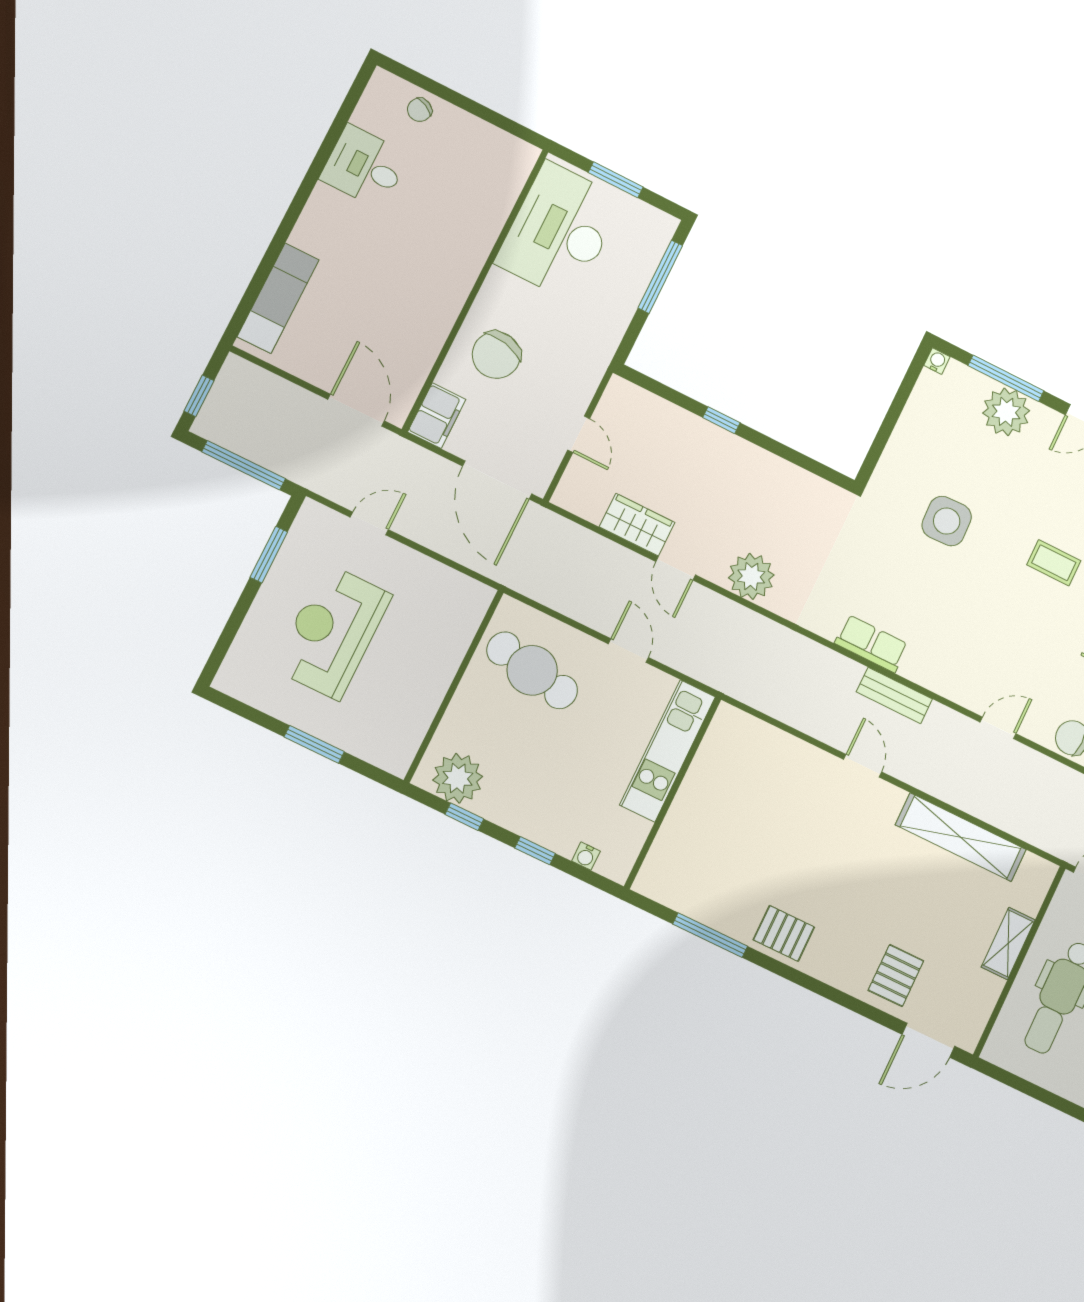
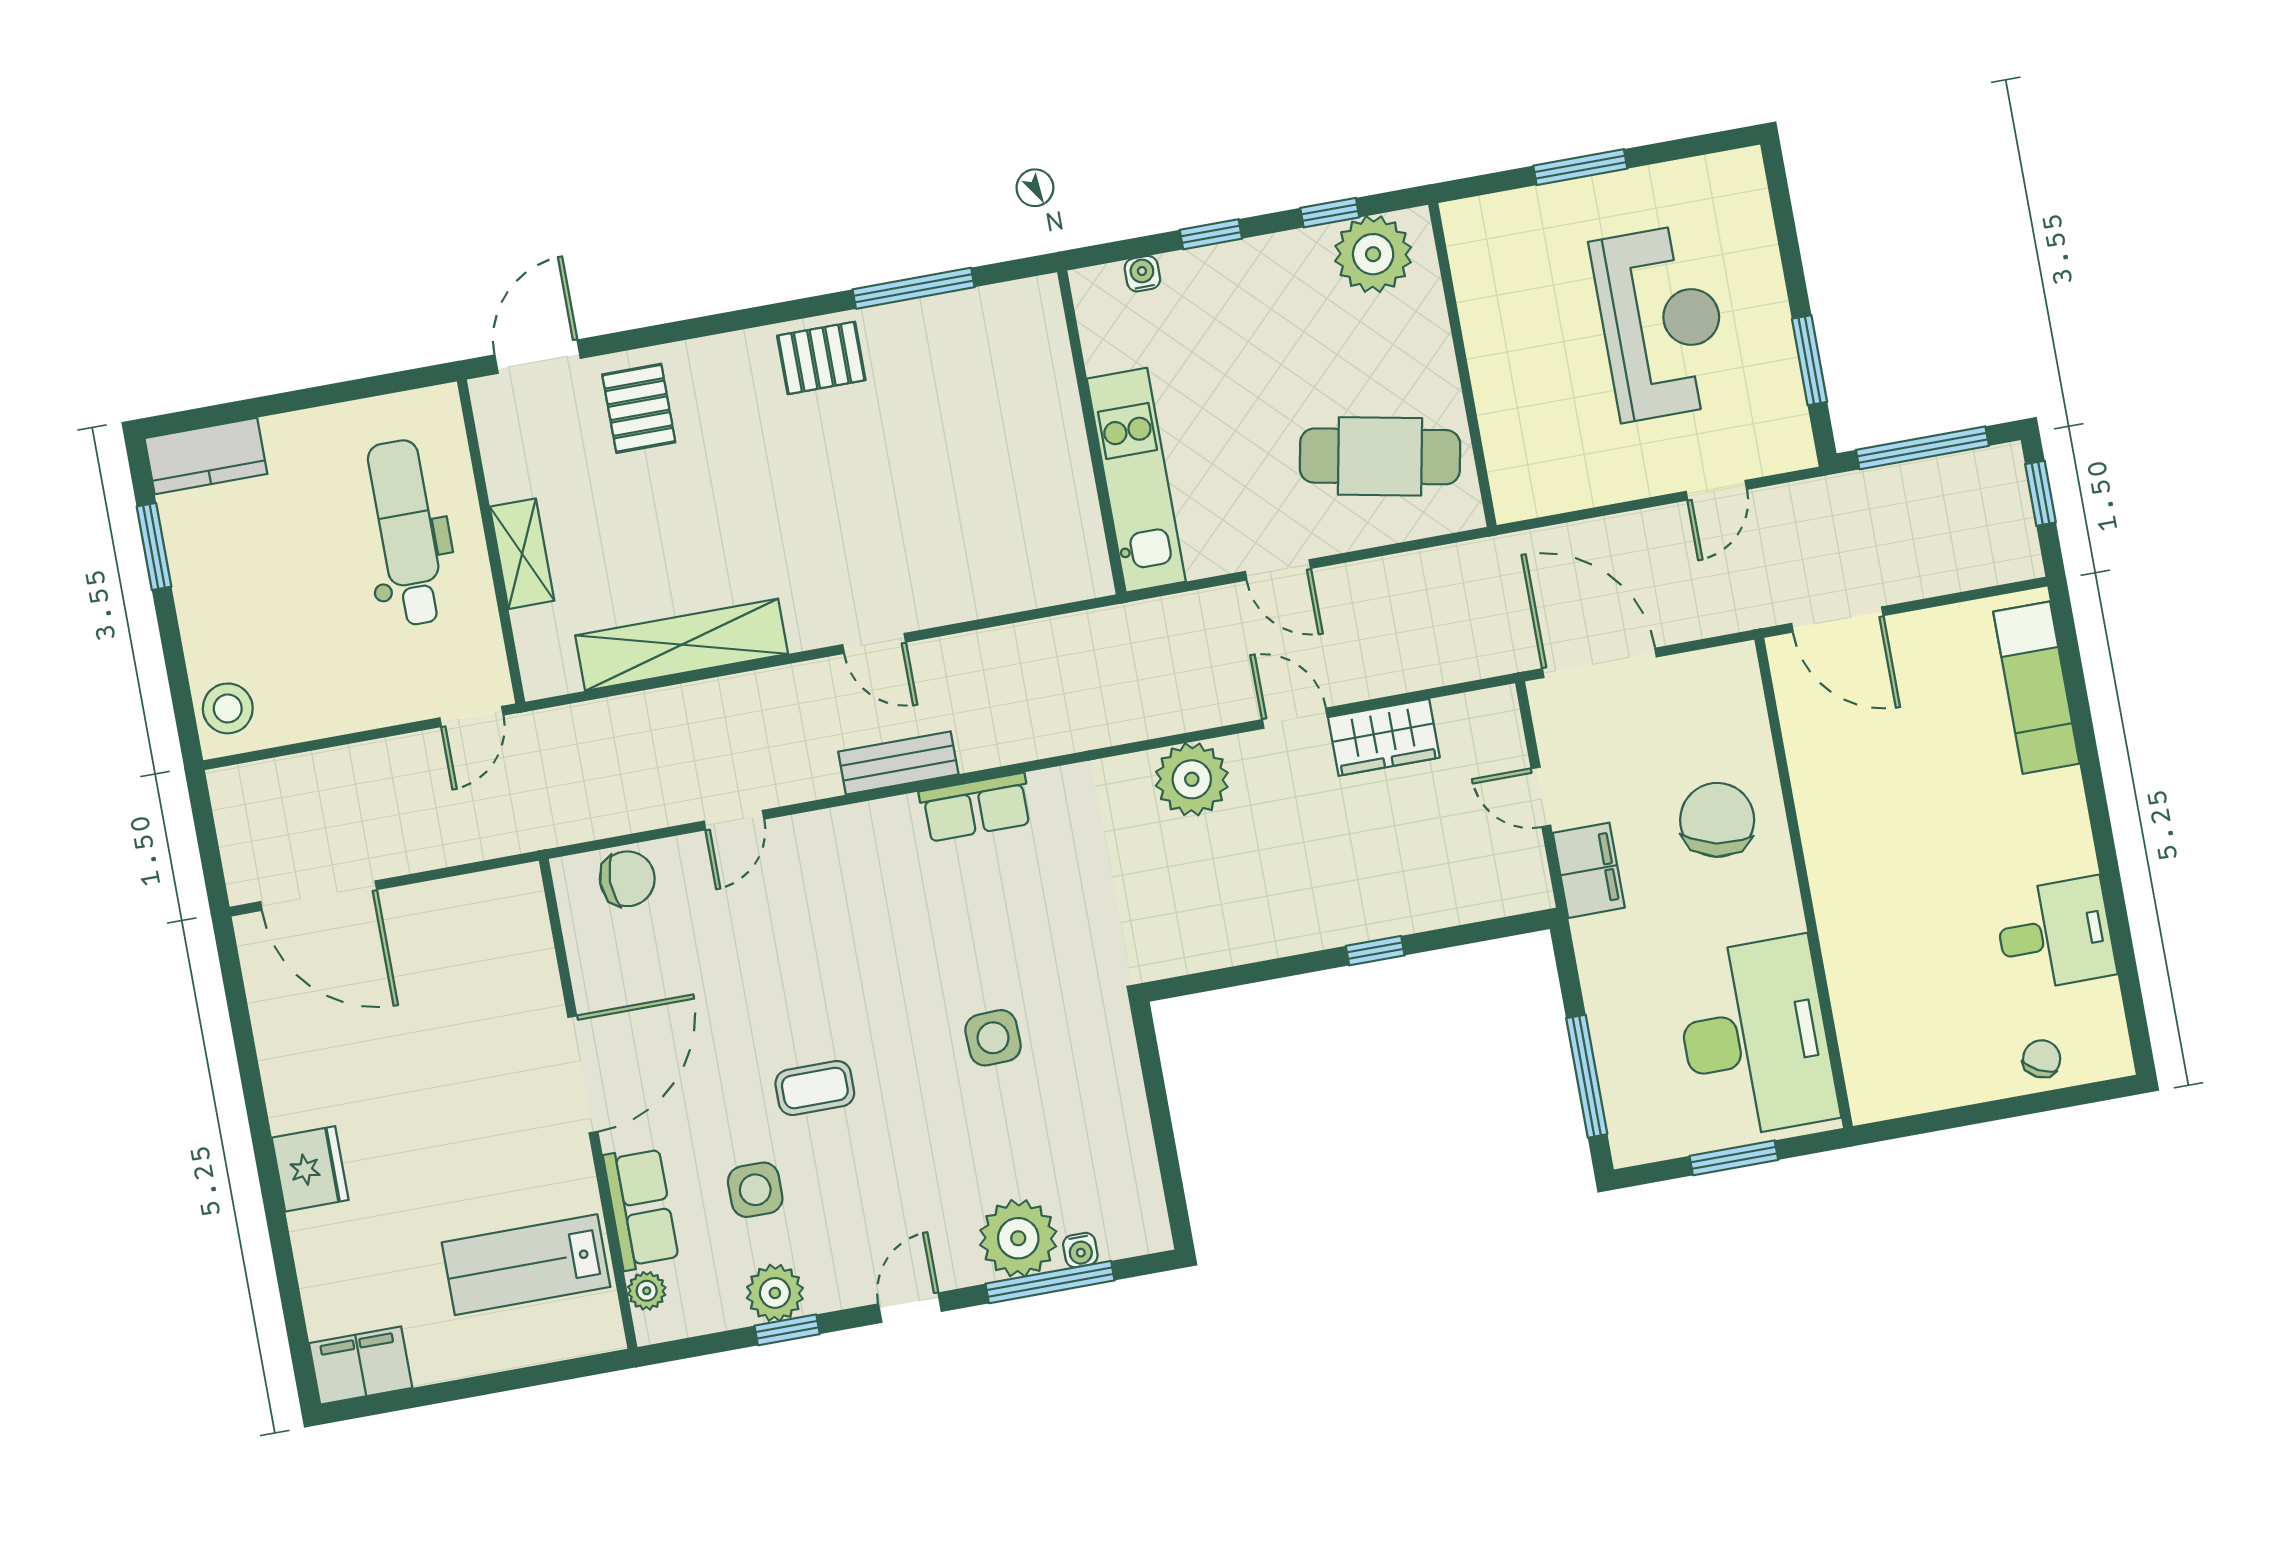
water cooler: (937, 361) -> (1080, 1250), moved
filing cabinet: (437, 416) -> (1589, 870), moved, turned 180
side table: (947, 521) -> (993, 1038), width x0.73, depth x0.73

